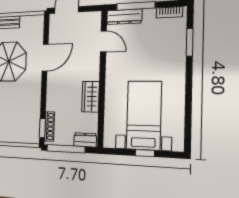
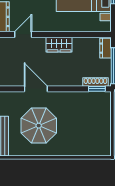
wardrobe: (90, 97) -> (59, 45), moved

